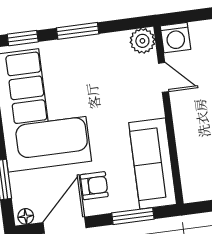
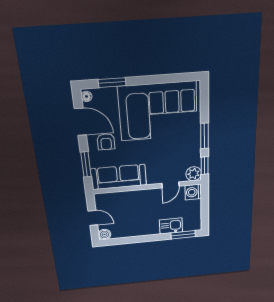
window: (23, 38) -> (205, 166), moved

